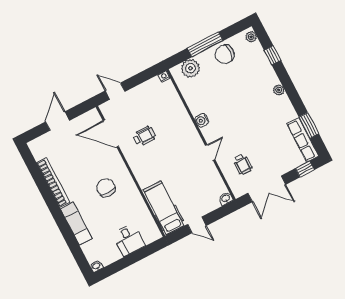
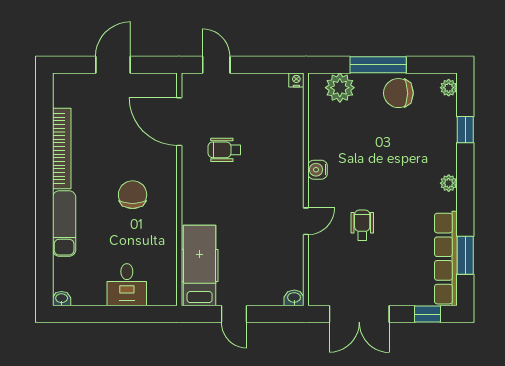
wheelchair: (144, 136) -> (224, 150), turned 180
row of seats: (303, 140) -> (446, 259), width x1.36
wheelchair: (242, 164) -> (362, 225), moved, turned 180

